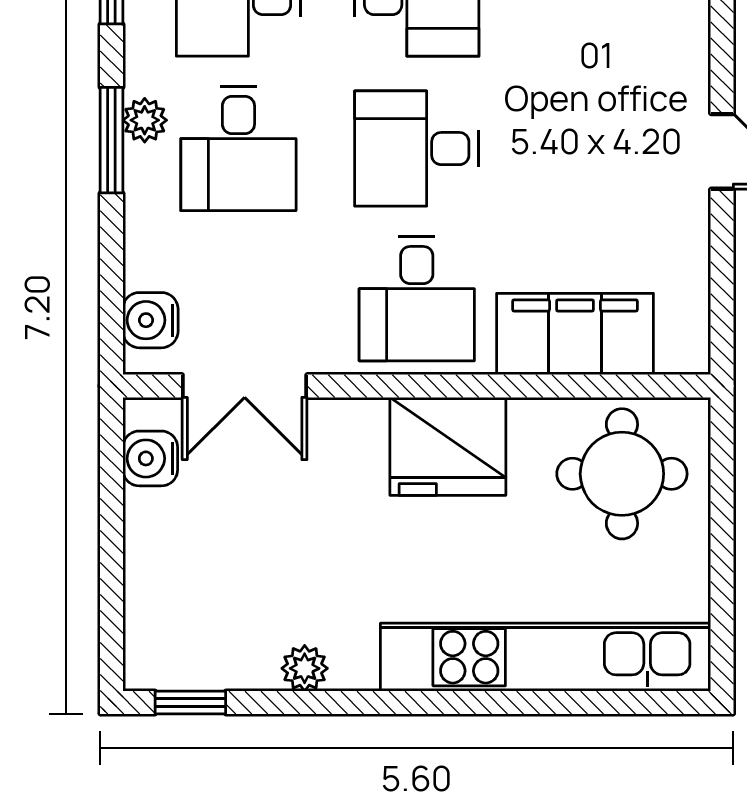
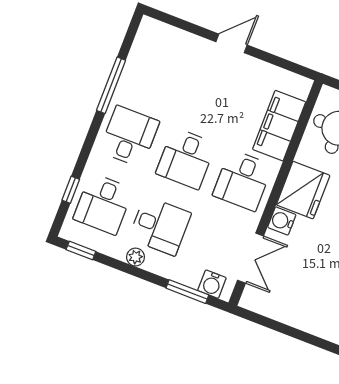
window: (111, 140) -> (187, 292), moved
desk: (417, 299) -> (243, 180), turned 90
water cooler: (150, 458) -> (282, 221), moved, turned 90

